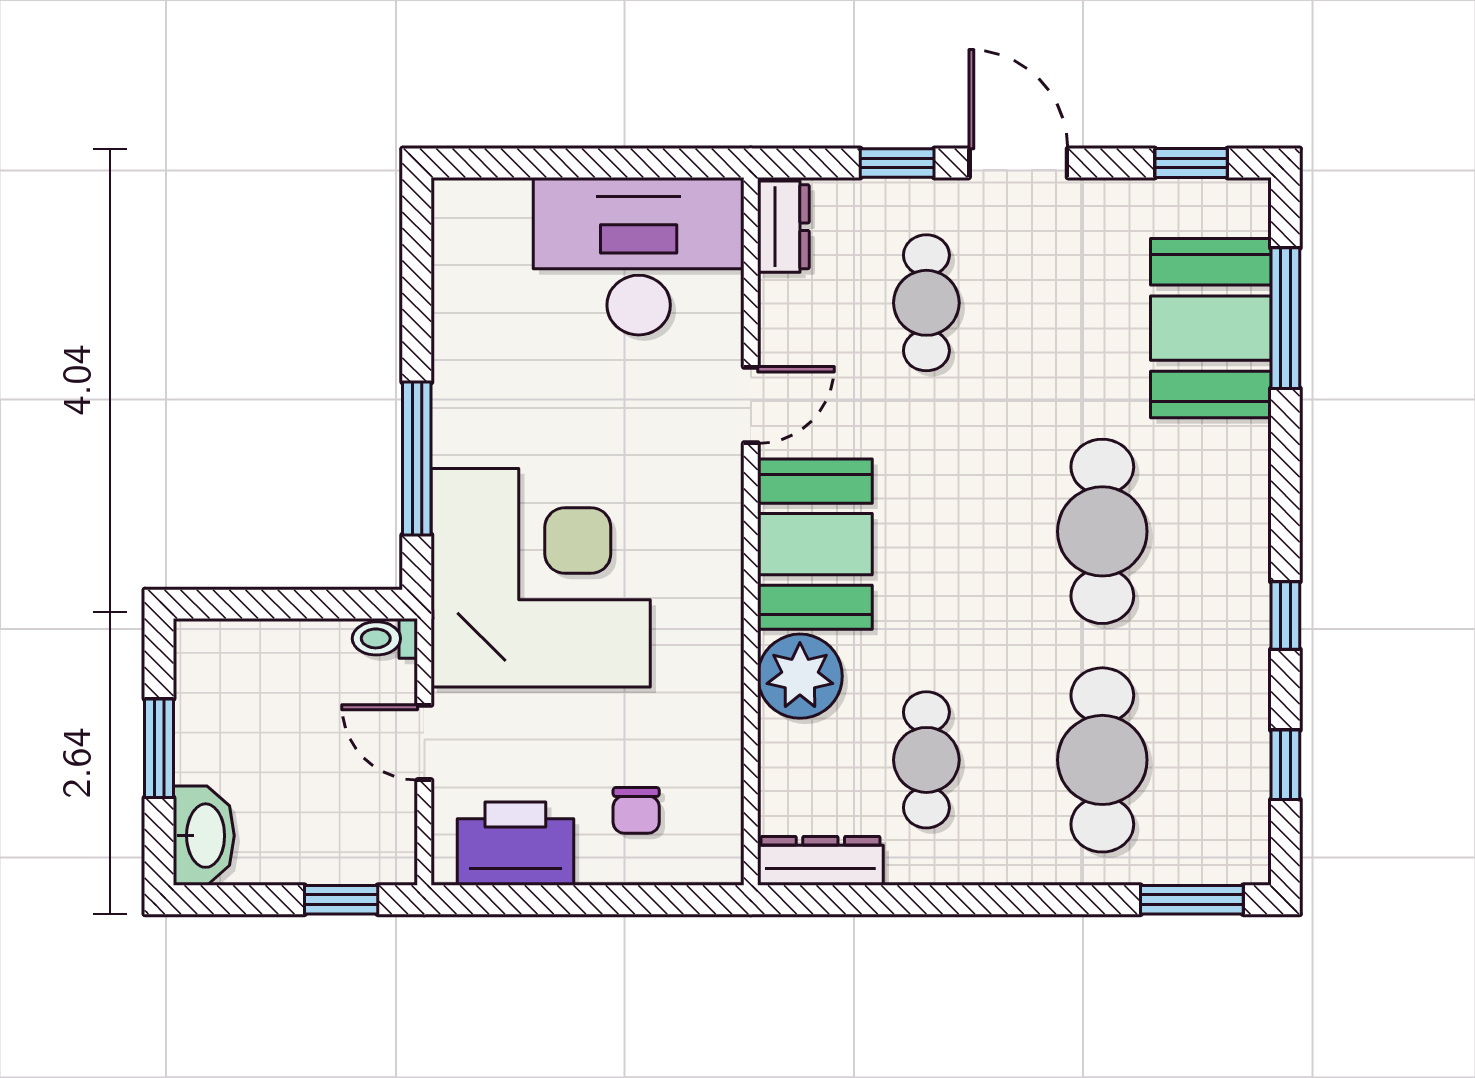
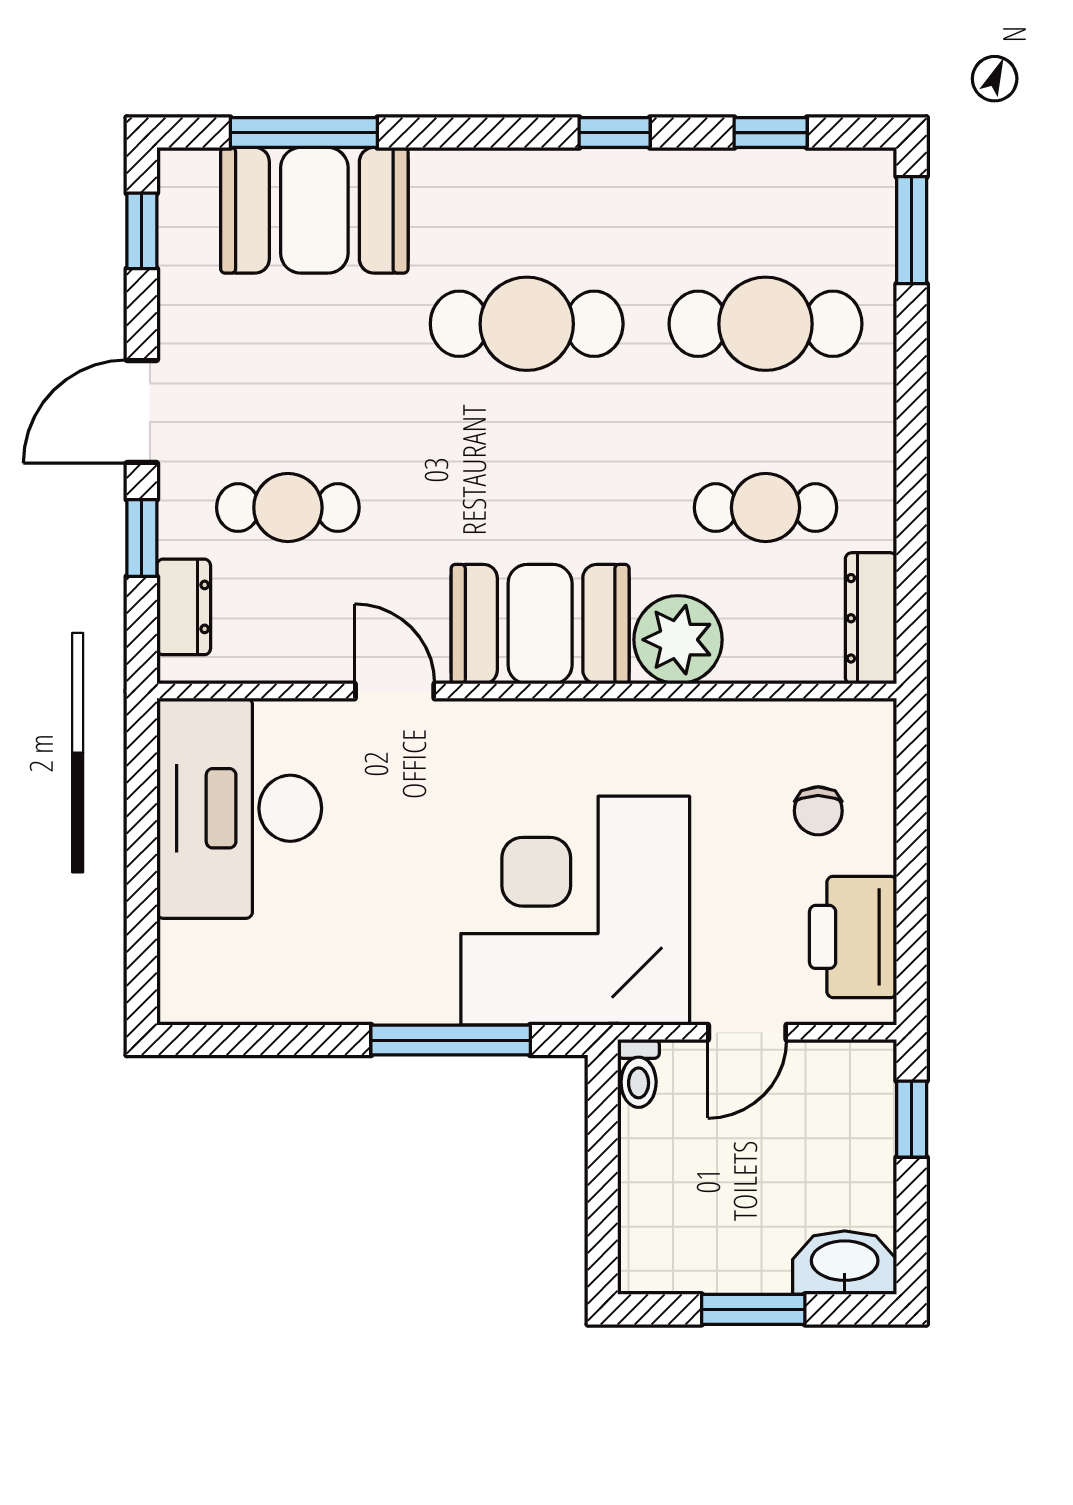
dresser: (783, 227) -> (184, 607), moved, turned 90
chair: (636, 810) -> (818, 811), turned 90

